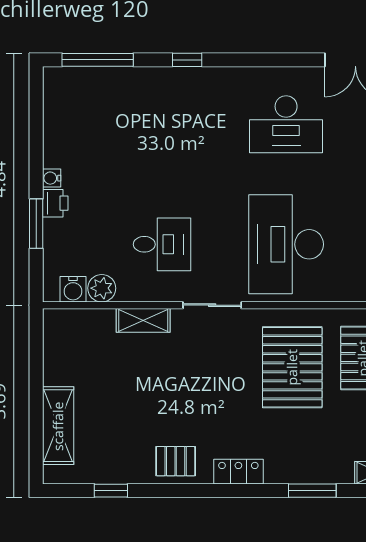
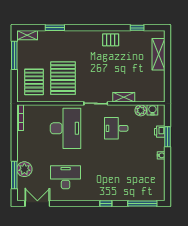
printer: (55, 203) -> (160, 132), moved
locker: (238, 472) -> (85, 36), removed

